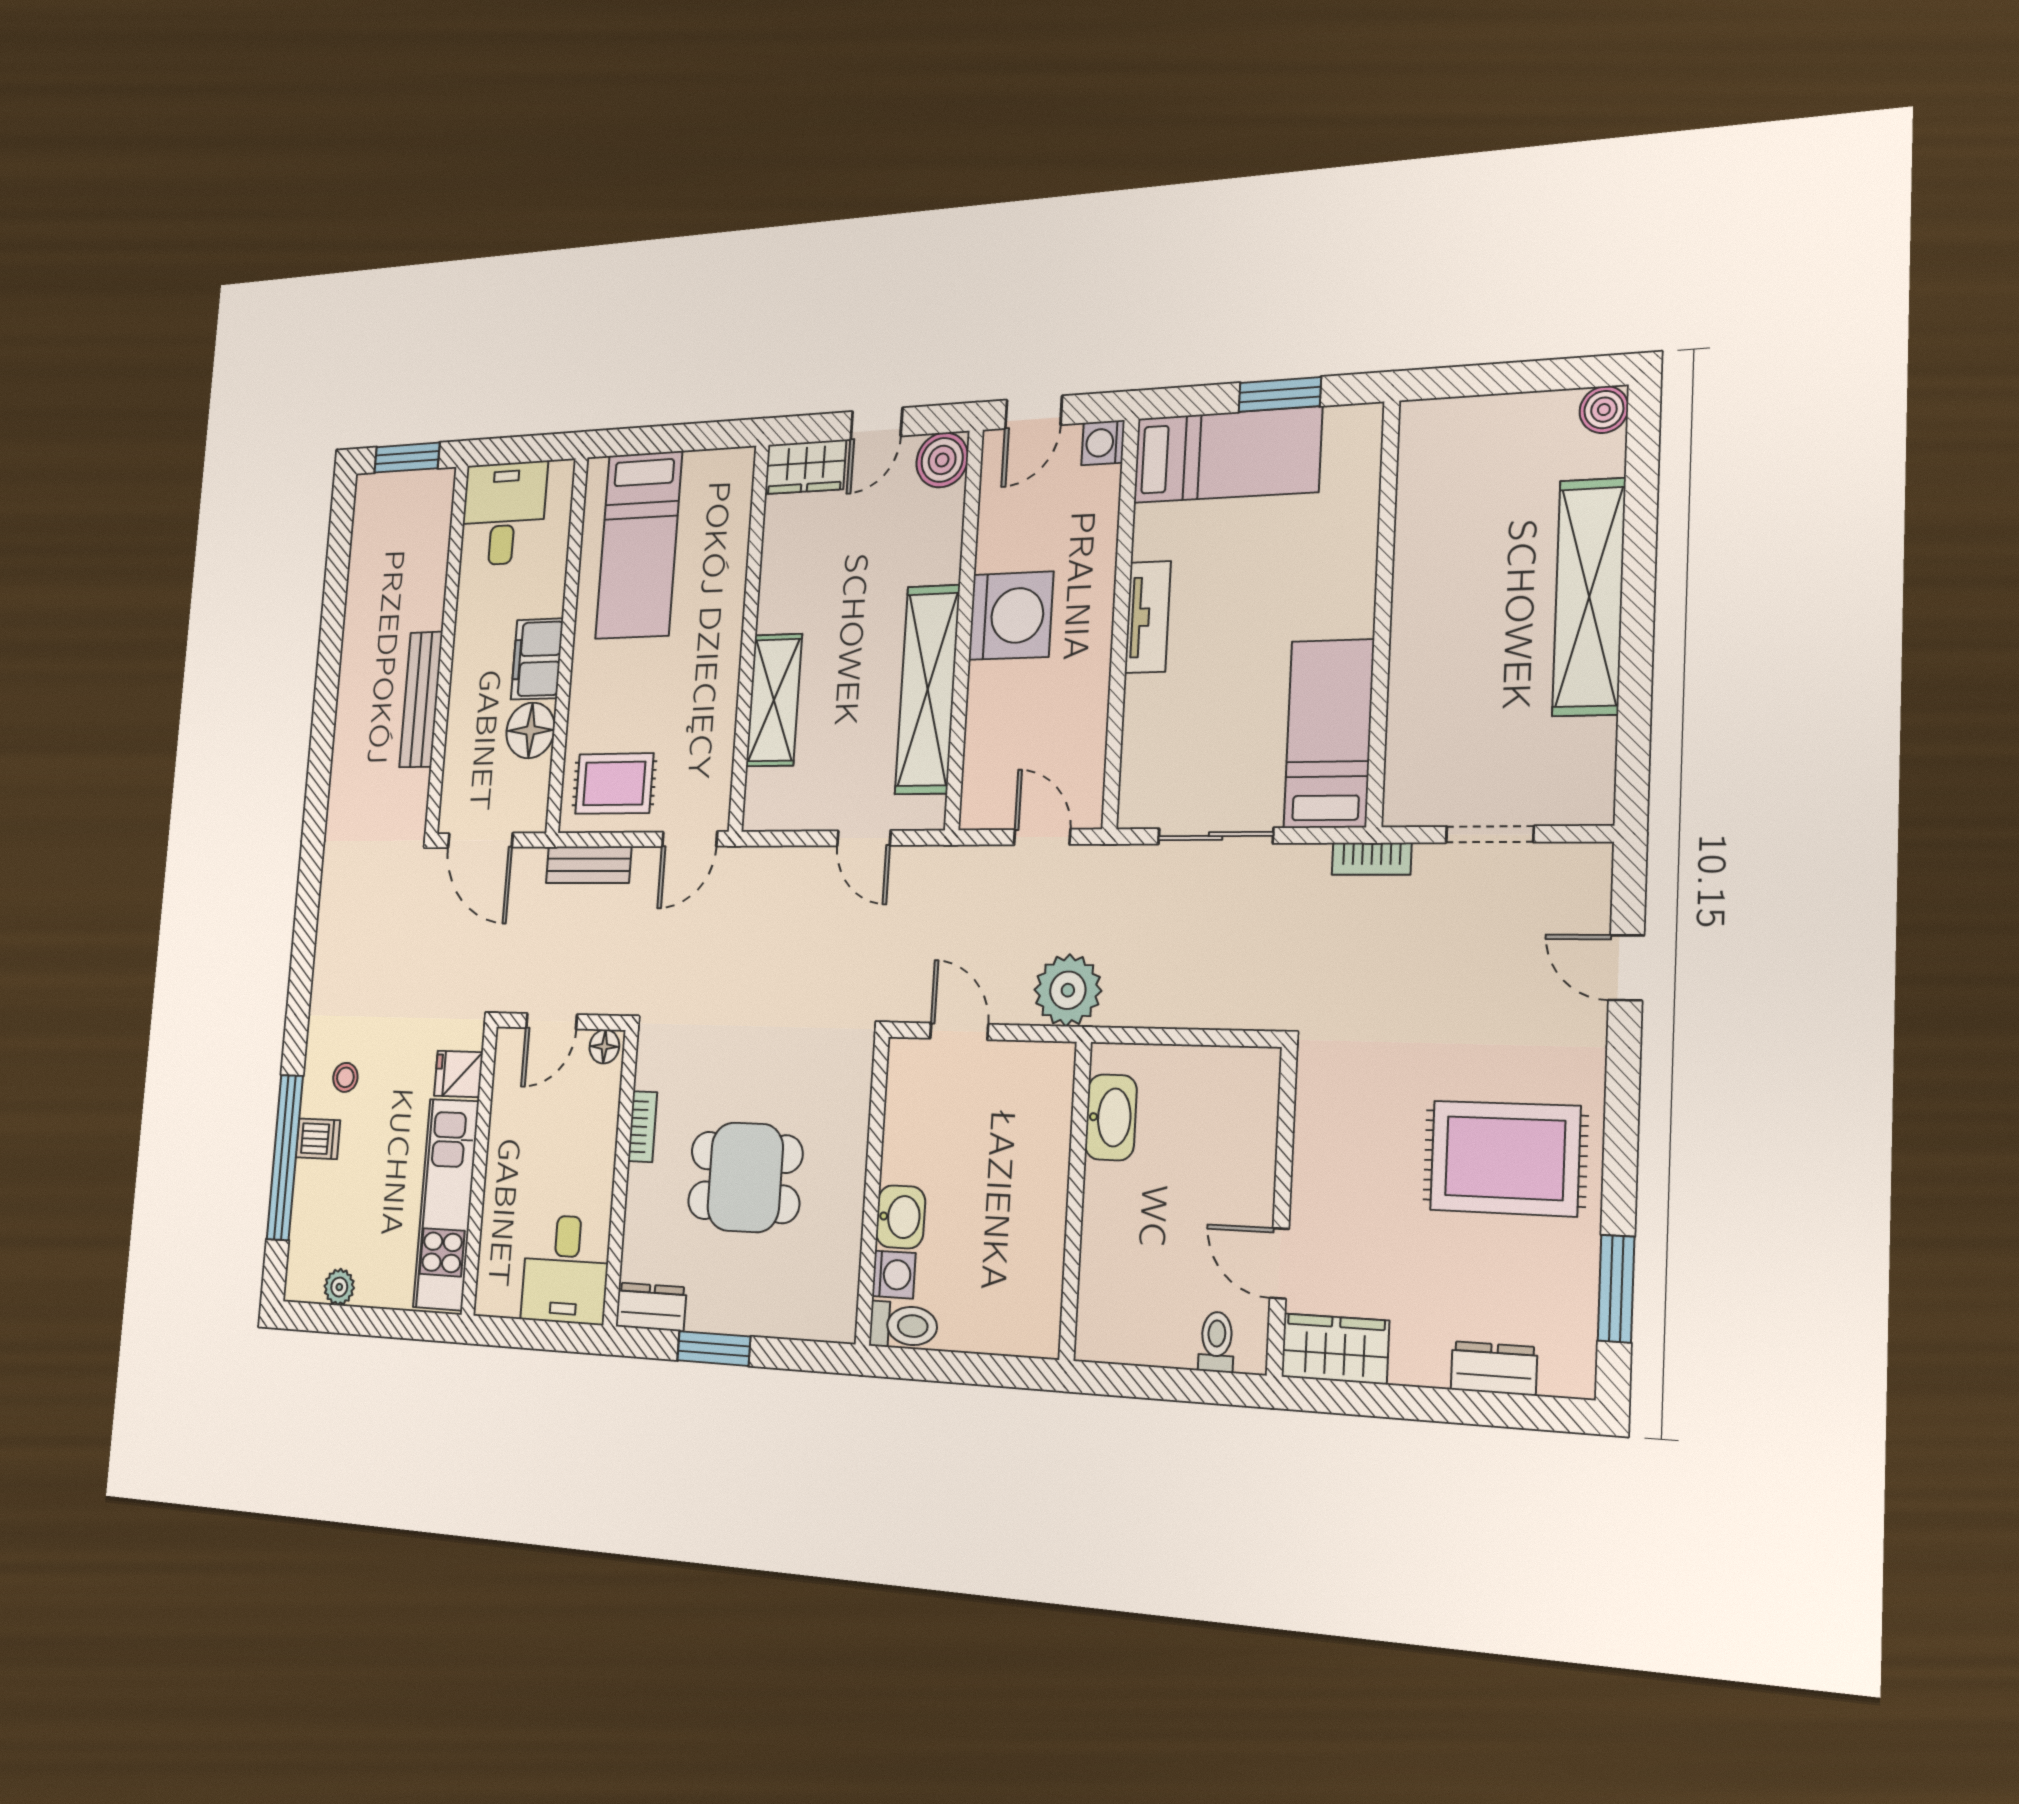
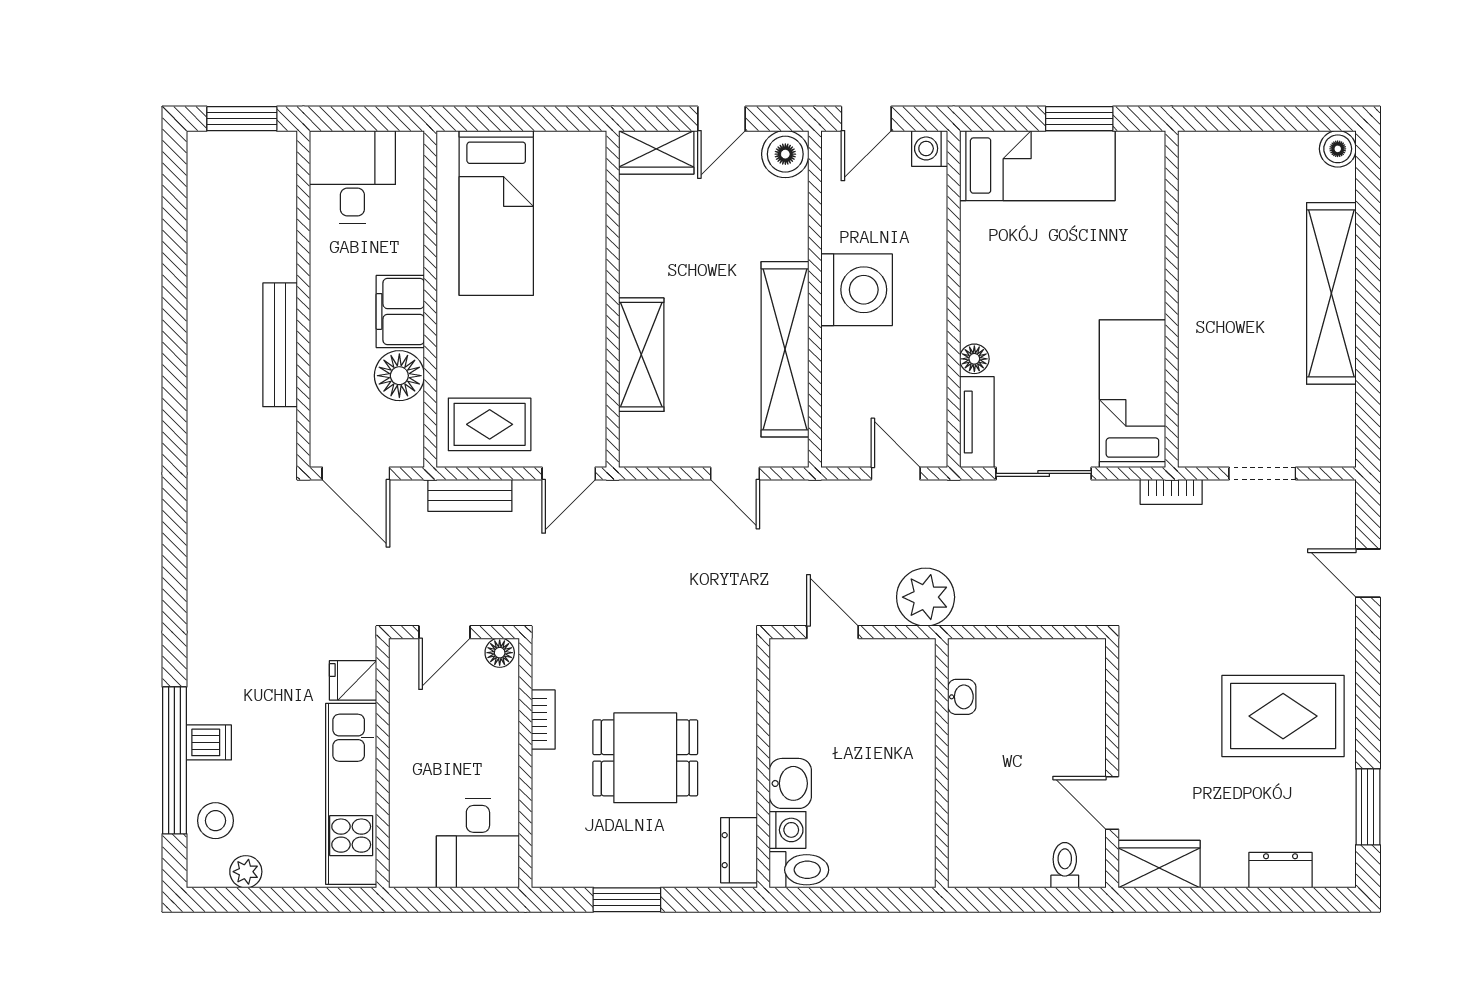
tv unit: (1148, 617) -> (977, 422), moved
floor lamp: (1141, 695) -> (974, 359), added
stool: (345, 1077) -> (215, 821), moved, width x1.37, depth x1.37
washbasin: (1111, 1117) -> (962, 697), width x0.52, depth x0.69
dresser: (651, 1307) -> (739, 850), moved, turned -90

